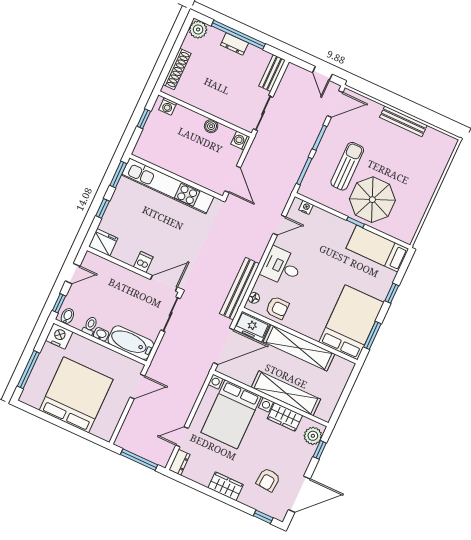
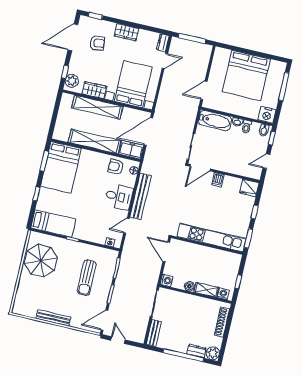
dresser: (234, 44) -> (197, 351), moved
shelving: (189, 117) -> (206, 290), added
parasol: (372, 200) -> (41, 261), moved
bench: (240, 289) -> (140, 196), moved
armchair: (268, 480) -> (97, 43), turned 79

